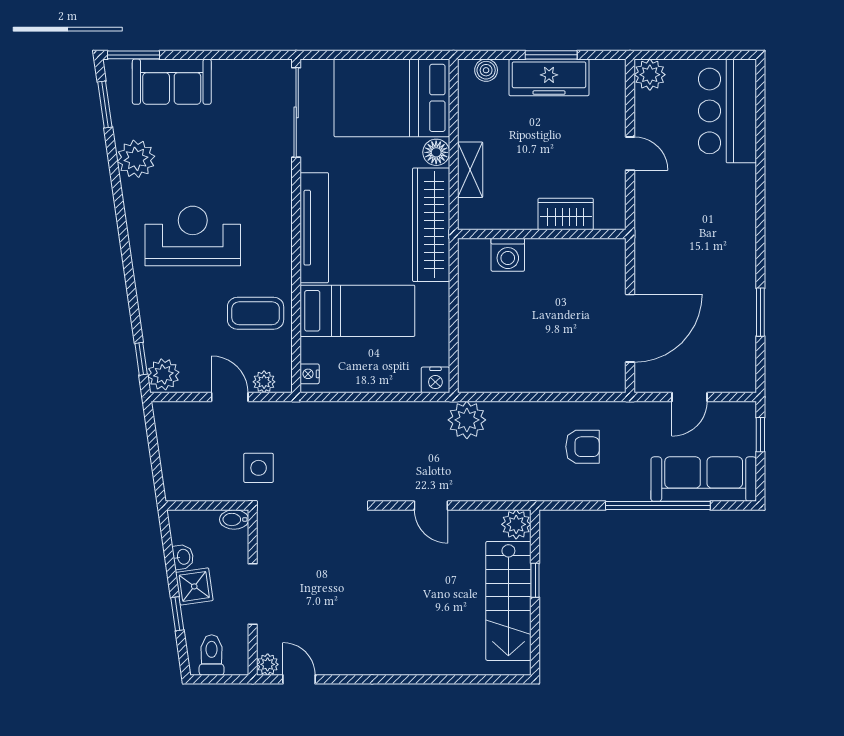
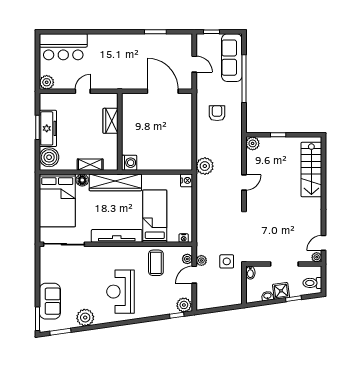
boiler: (486, 70) -> (49, 157), width x1.86, depth x1.86
washing machine: (508, 255) -> (129, 163), moved
plant: (261, 413) -> (201, 260), added
stairs: (508, 601) -> (311, 170), moved, turned 90

